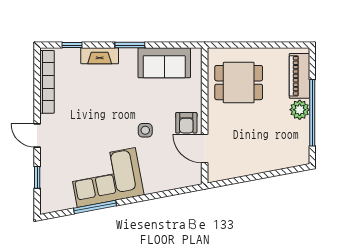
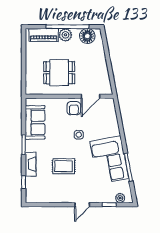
bookcase: (47, 82) -> (47, 198), removed
dining table: (239, 83) -> (59, 73), moved, turned 90
rug: (96, 107) -> (64, 166), added
armchair: (186, 123) -> (74, 108), turned 90
floor lamp: (298, 144) -> (87, 36), added
plant: (47, 194) -> (120, 198), added

